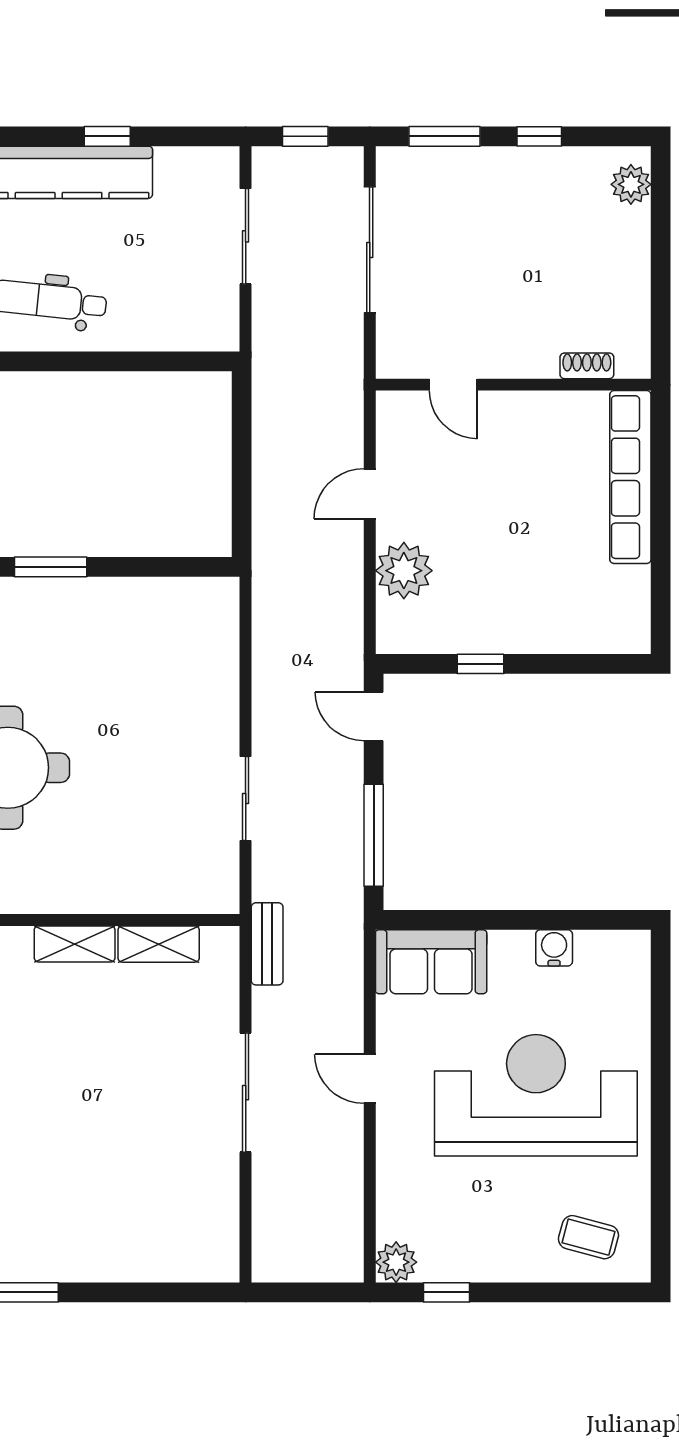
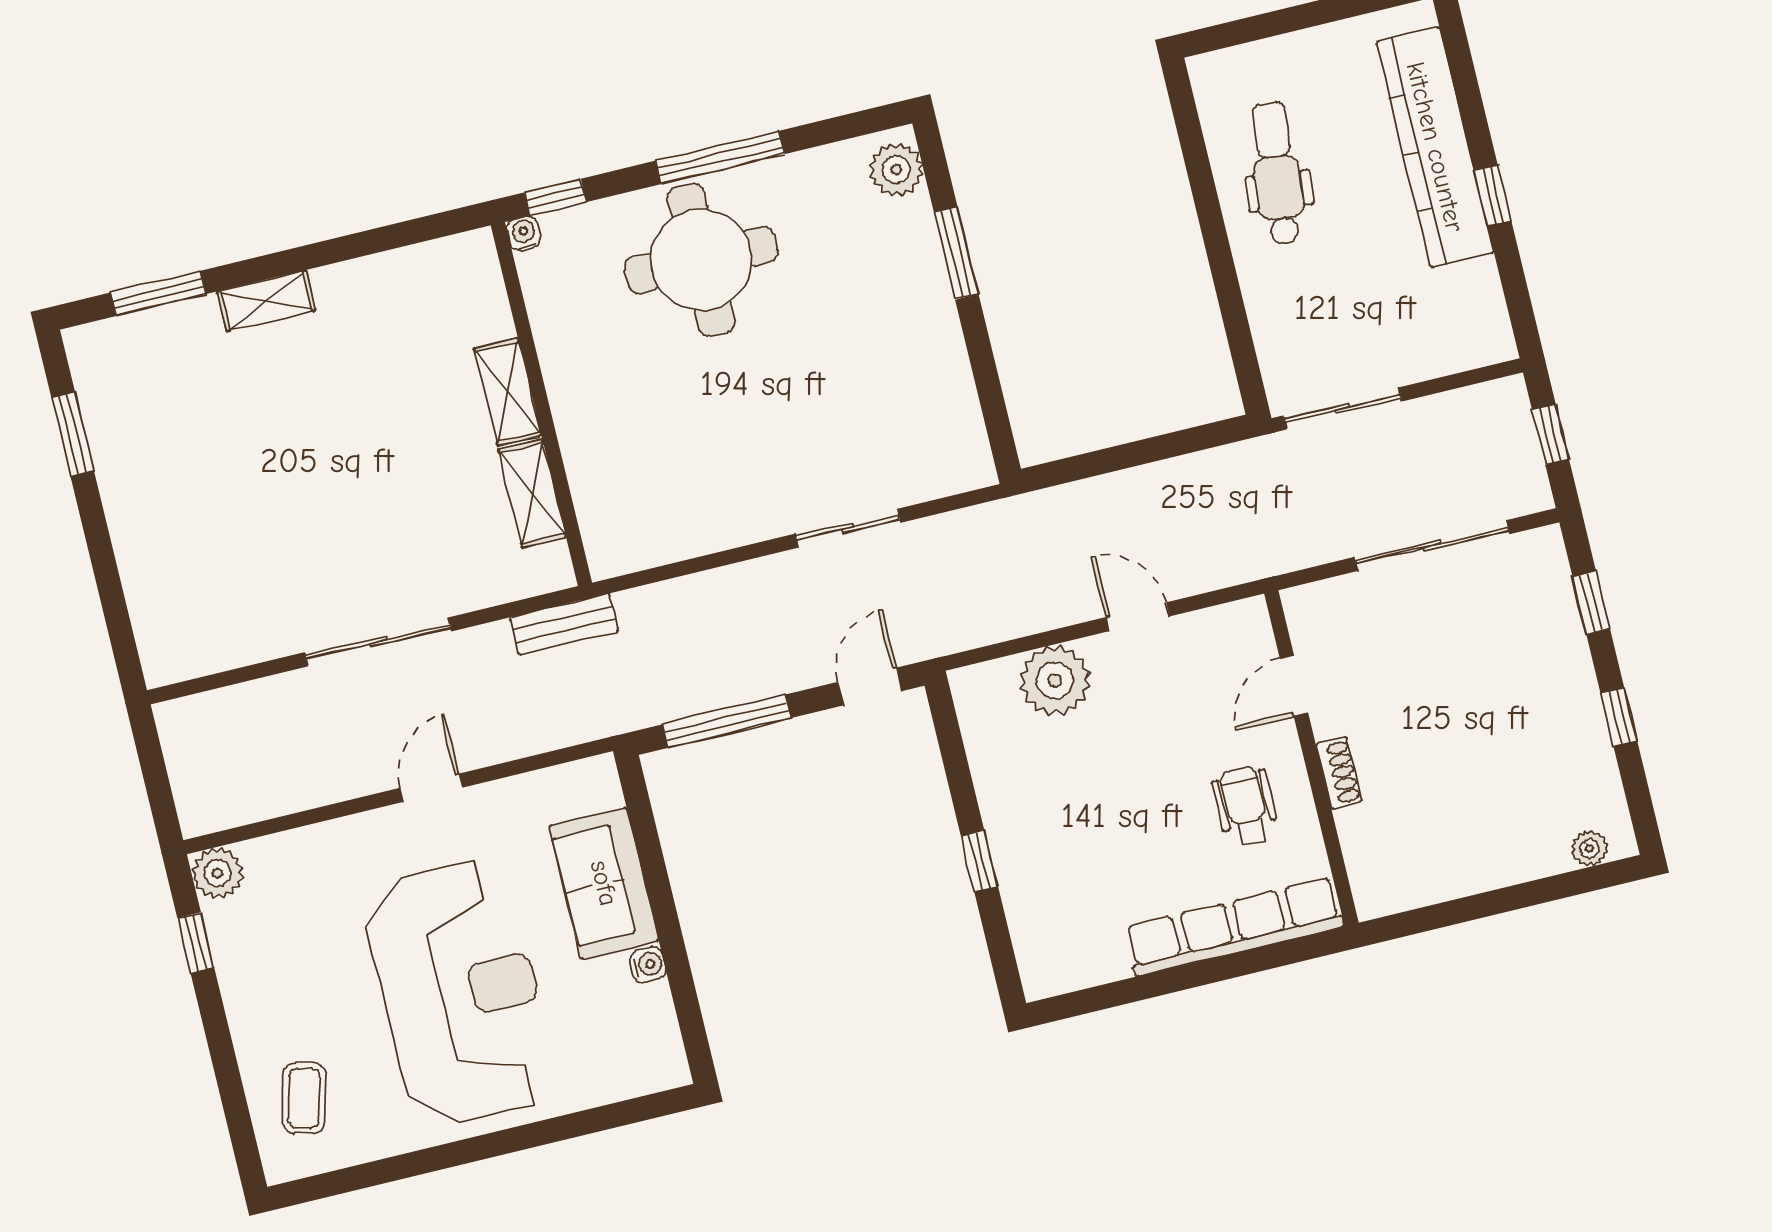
window: (444, 136) -> (1591, 603), width x0.67
plant: (631, 184) -> (1589, 848), width x0.73, depth x0.73
sliding door: (246, 236) -> (1343, 408), moved
shoe rack: (587, 366) -> (1339, 773), moved
wheelchair: (538, 445) -> (1246, 806), added
window: (481, 664) -> (979, 861), moved
sliding door: (246, 798) -> (848, 528), moved
water cooler: (554, 948) -> (648, 965), width x0.72, depth x0.72
sofa: (431, 962) -> (604, 883), moved

